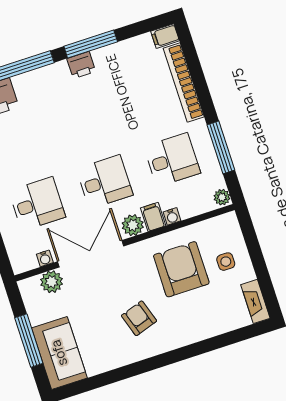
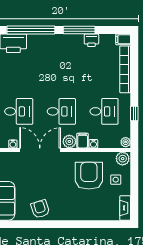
printer: (81, 65) -> (91, 40), moved
window: (221, 147) -> (134, 113), width x0.46
plant: (52, 282) -> (123, 159), moved
armchair: (139, 318) -> (40, 209), moved

